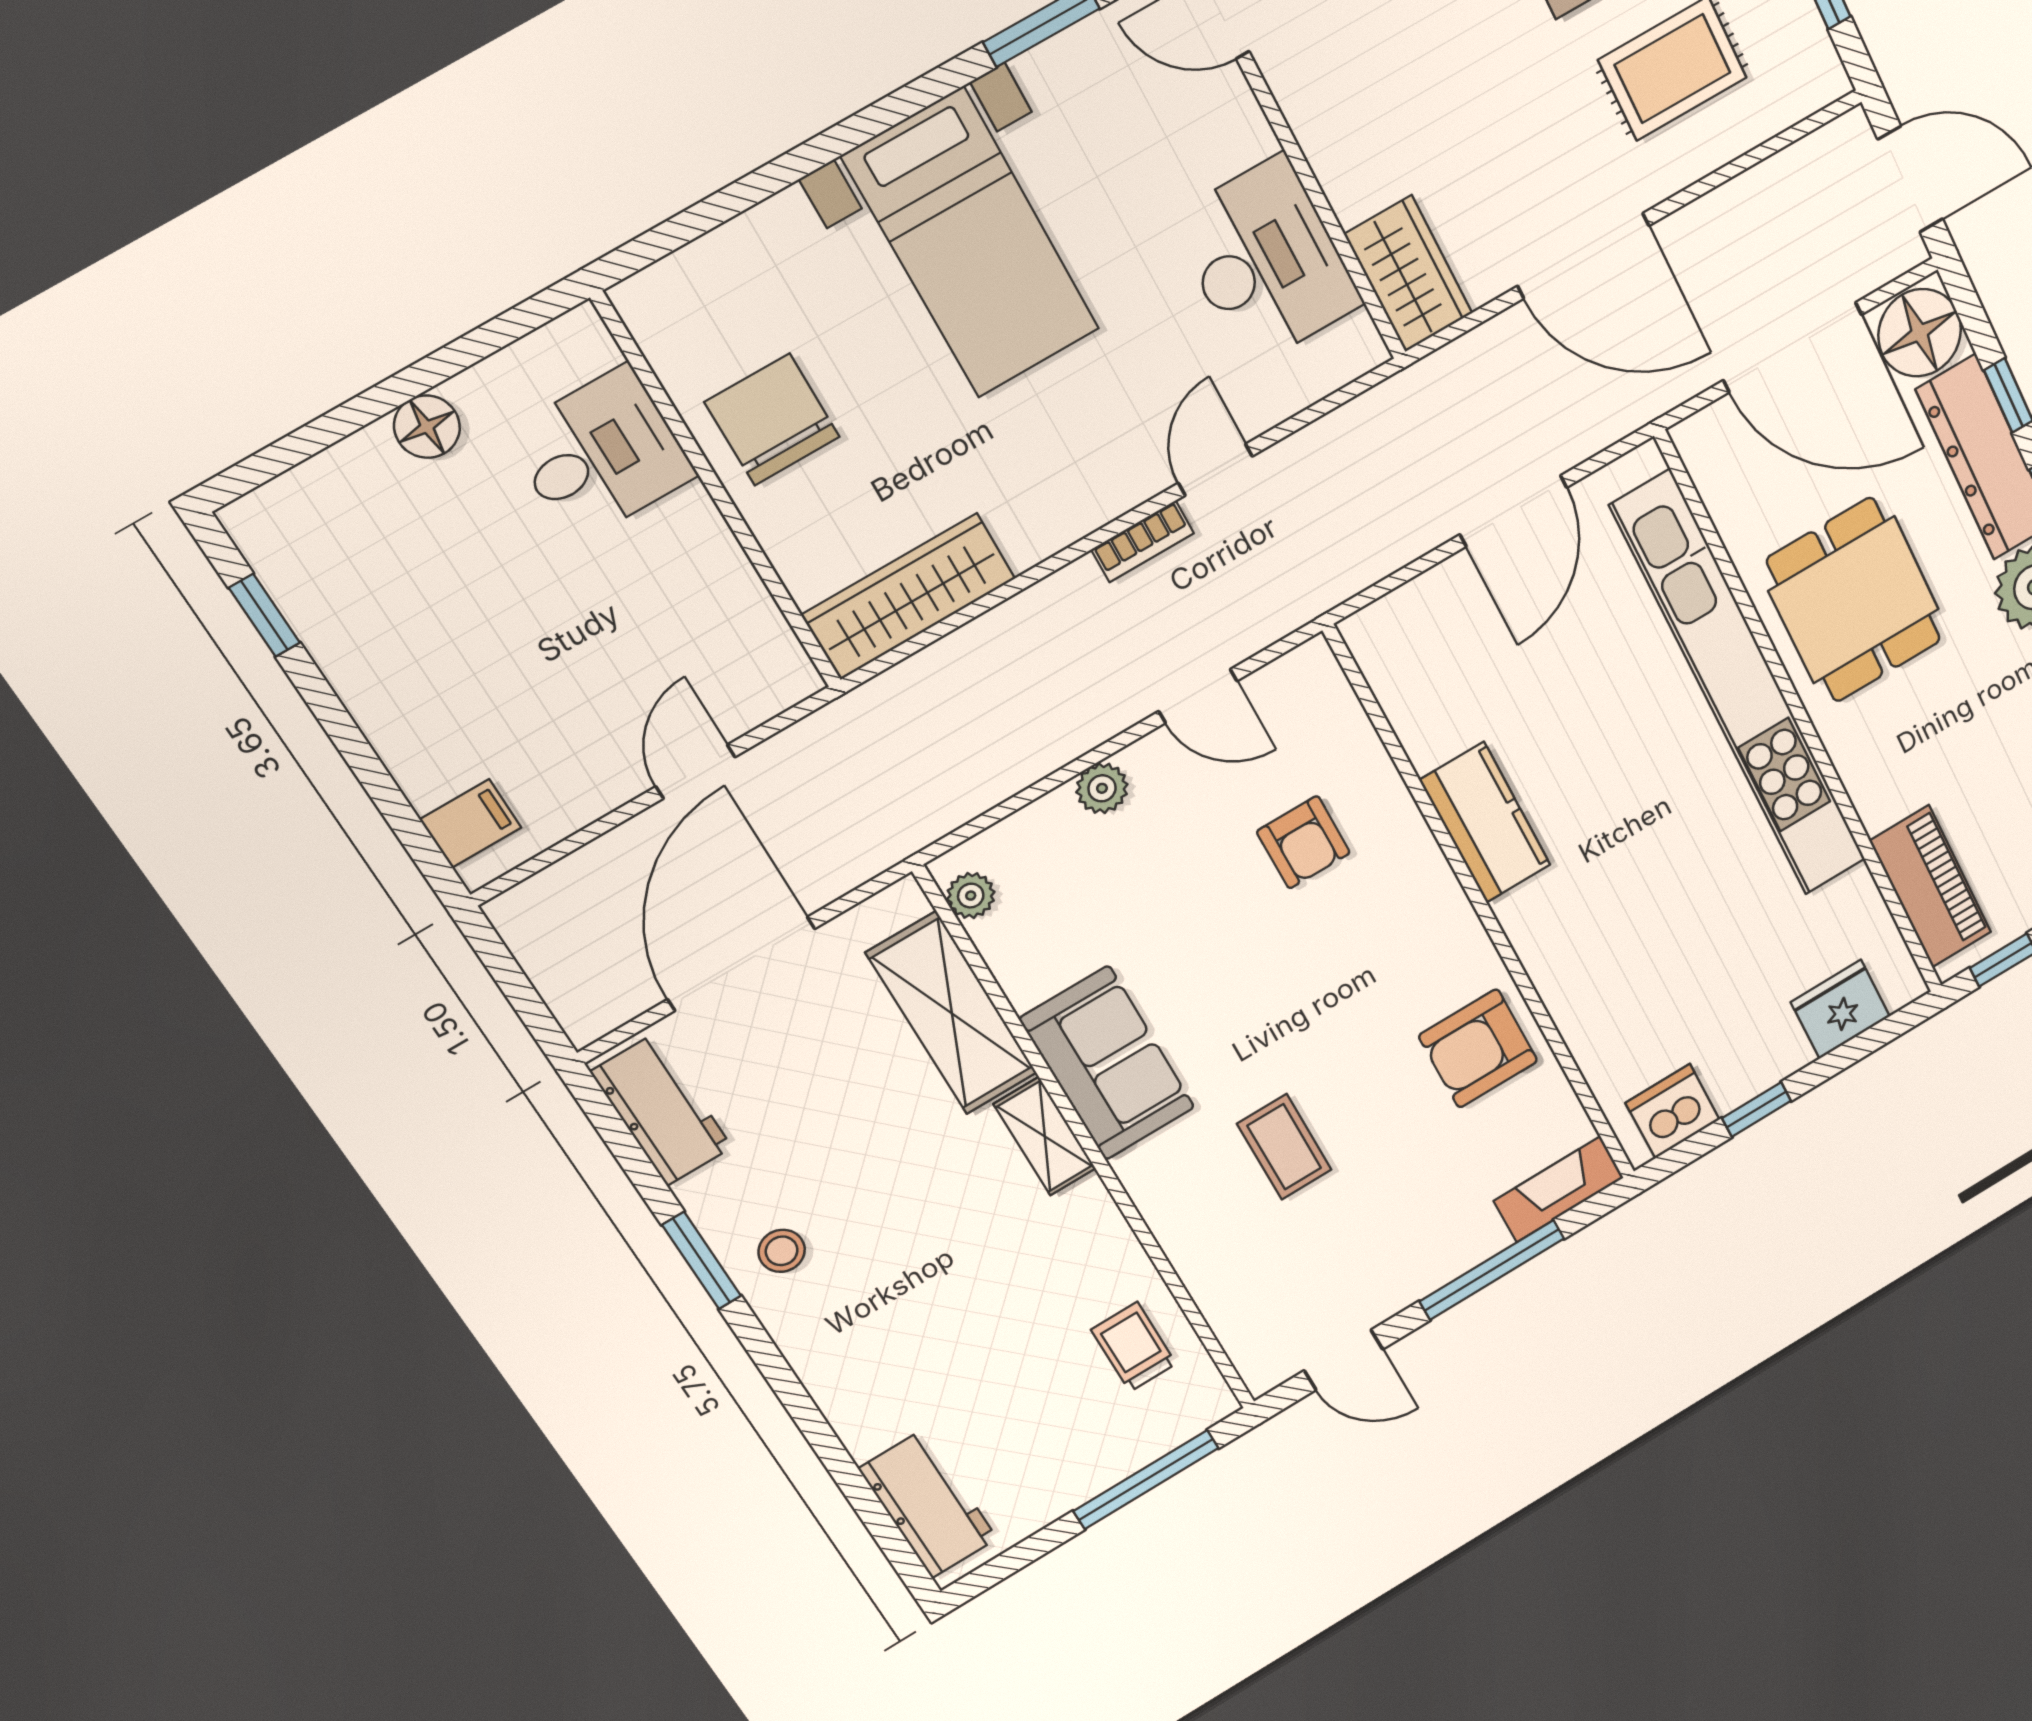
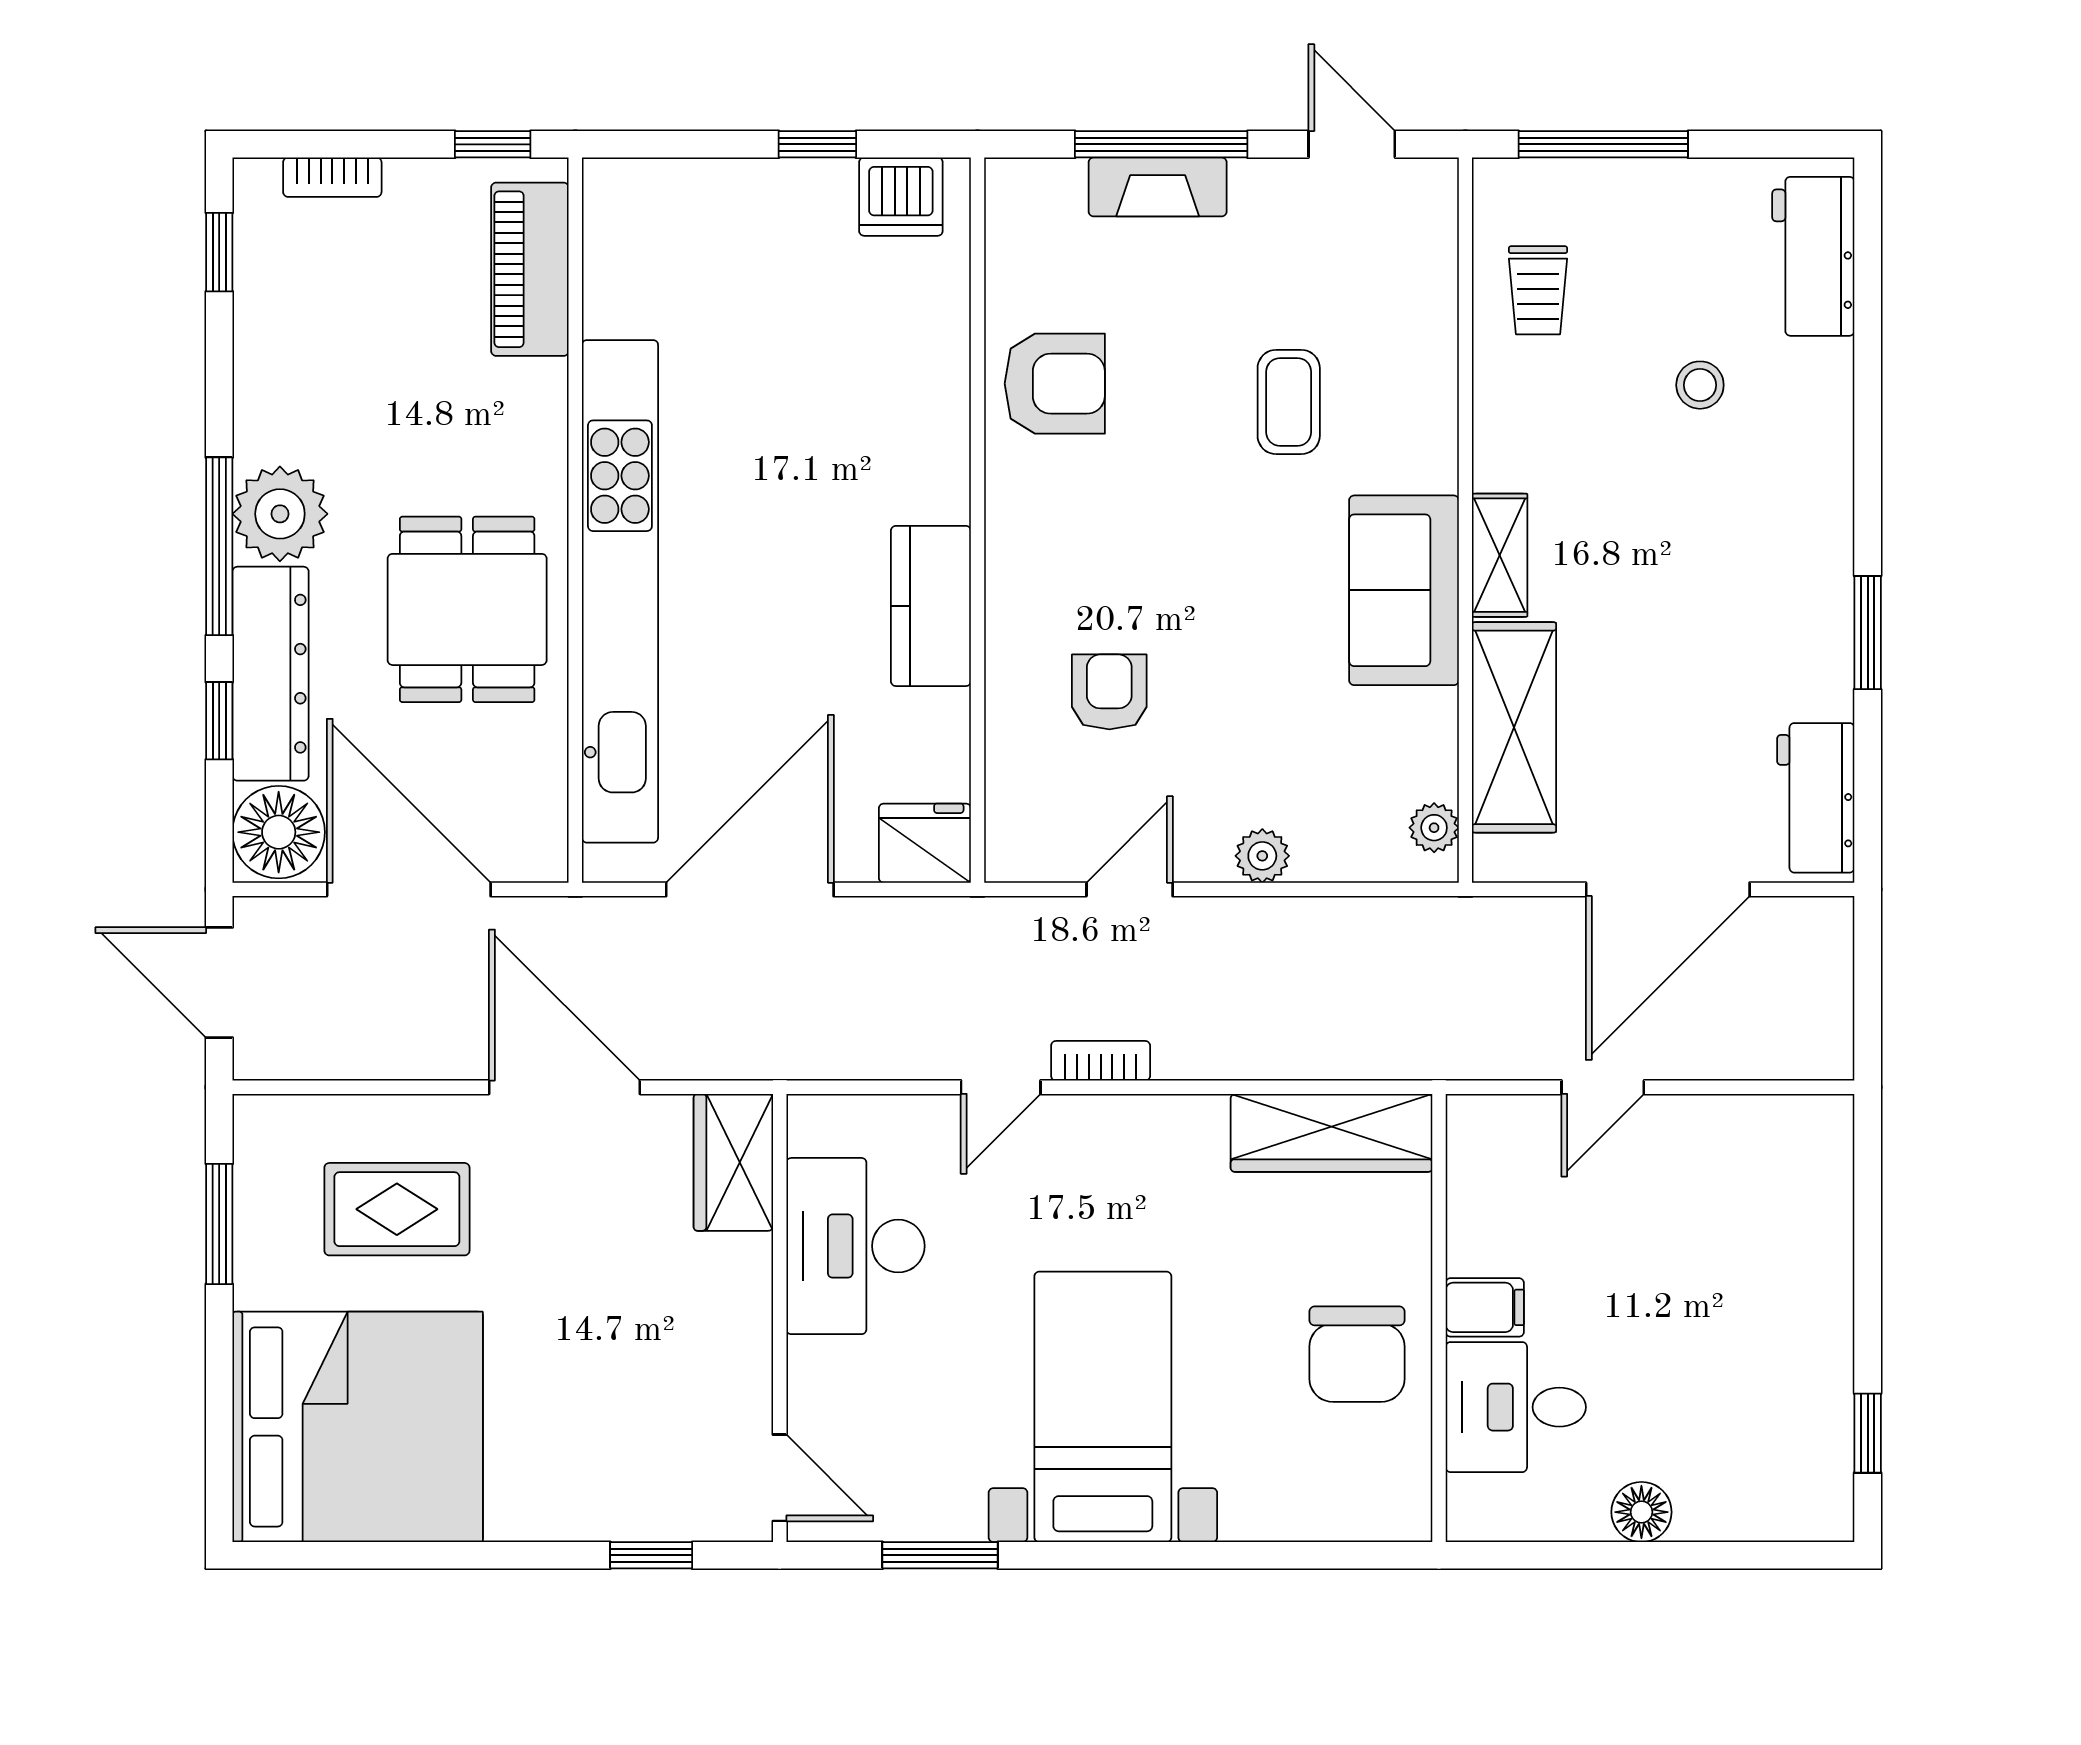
door: (1513, 511) -> (750, 889), width x1.36
door: (1198, 696) -> (1130, 889), hinge flipped
filing cabinet: (470, 823) -> (1485, 1307), moved, turned 180
fridge: (1840, 1009) -> (925, 843), moved, turned 180
fireplace: (1559, 1189) -> (1158, 187), moved
stool: (782, 1251) -> (1700, 385), moved

